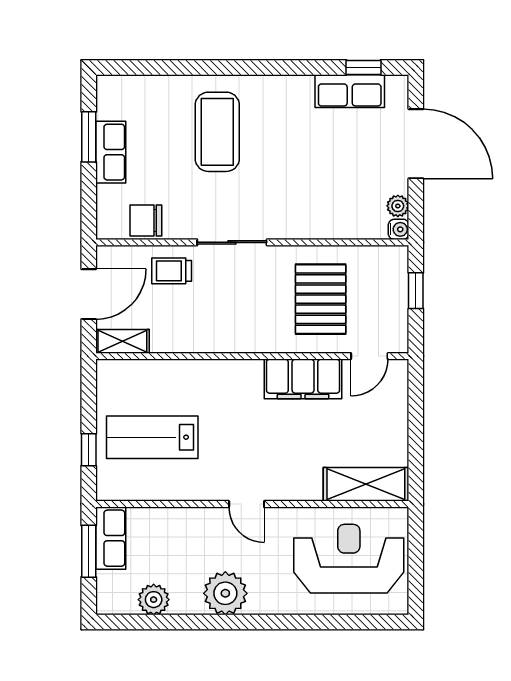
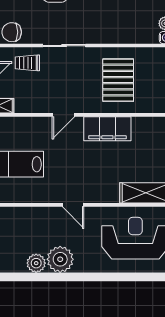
door: (369, 356) -> (63, 115), moved
plant: (154, 600) -> (36, 263), moved

